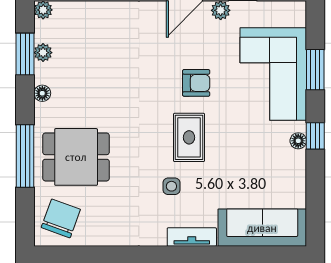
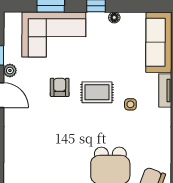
floor lamp: (298, 141) -> (114, 17), moved

